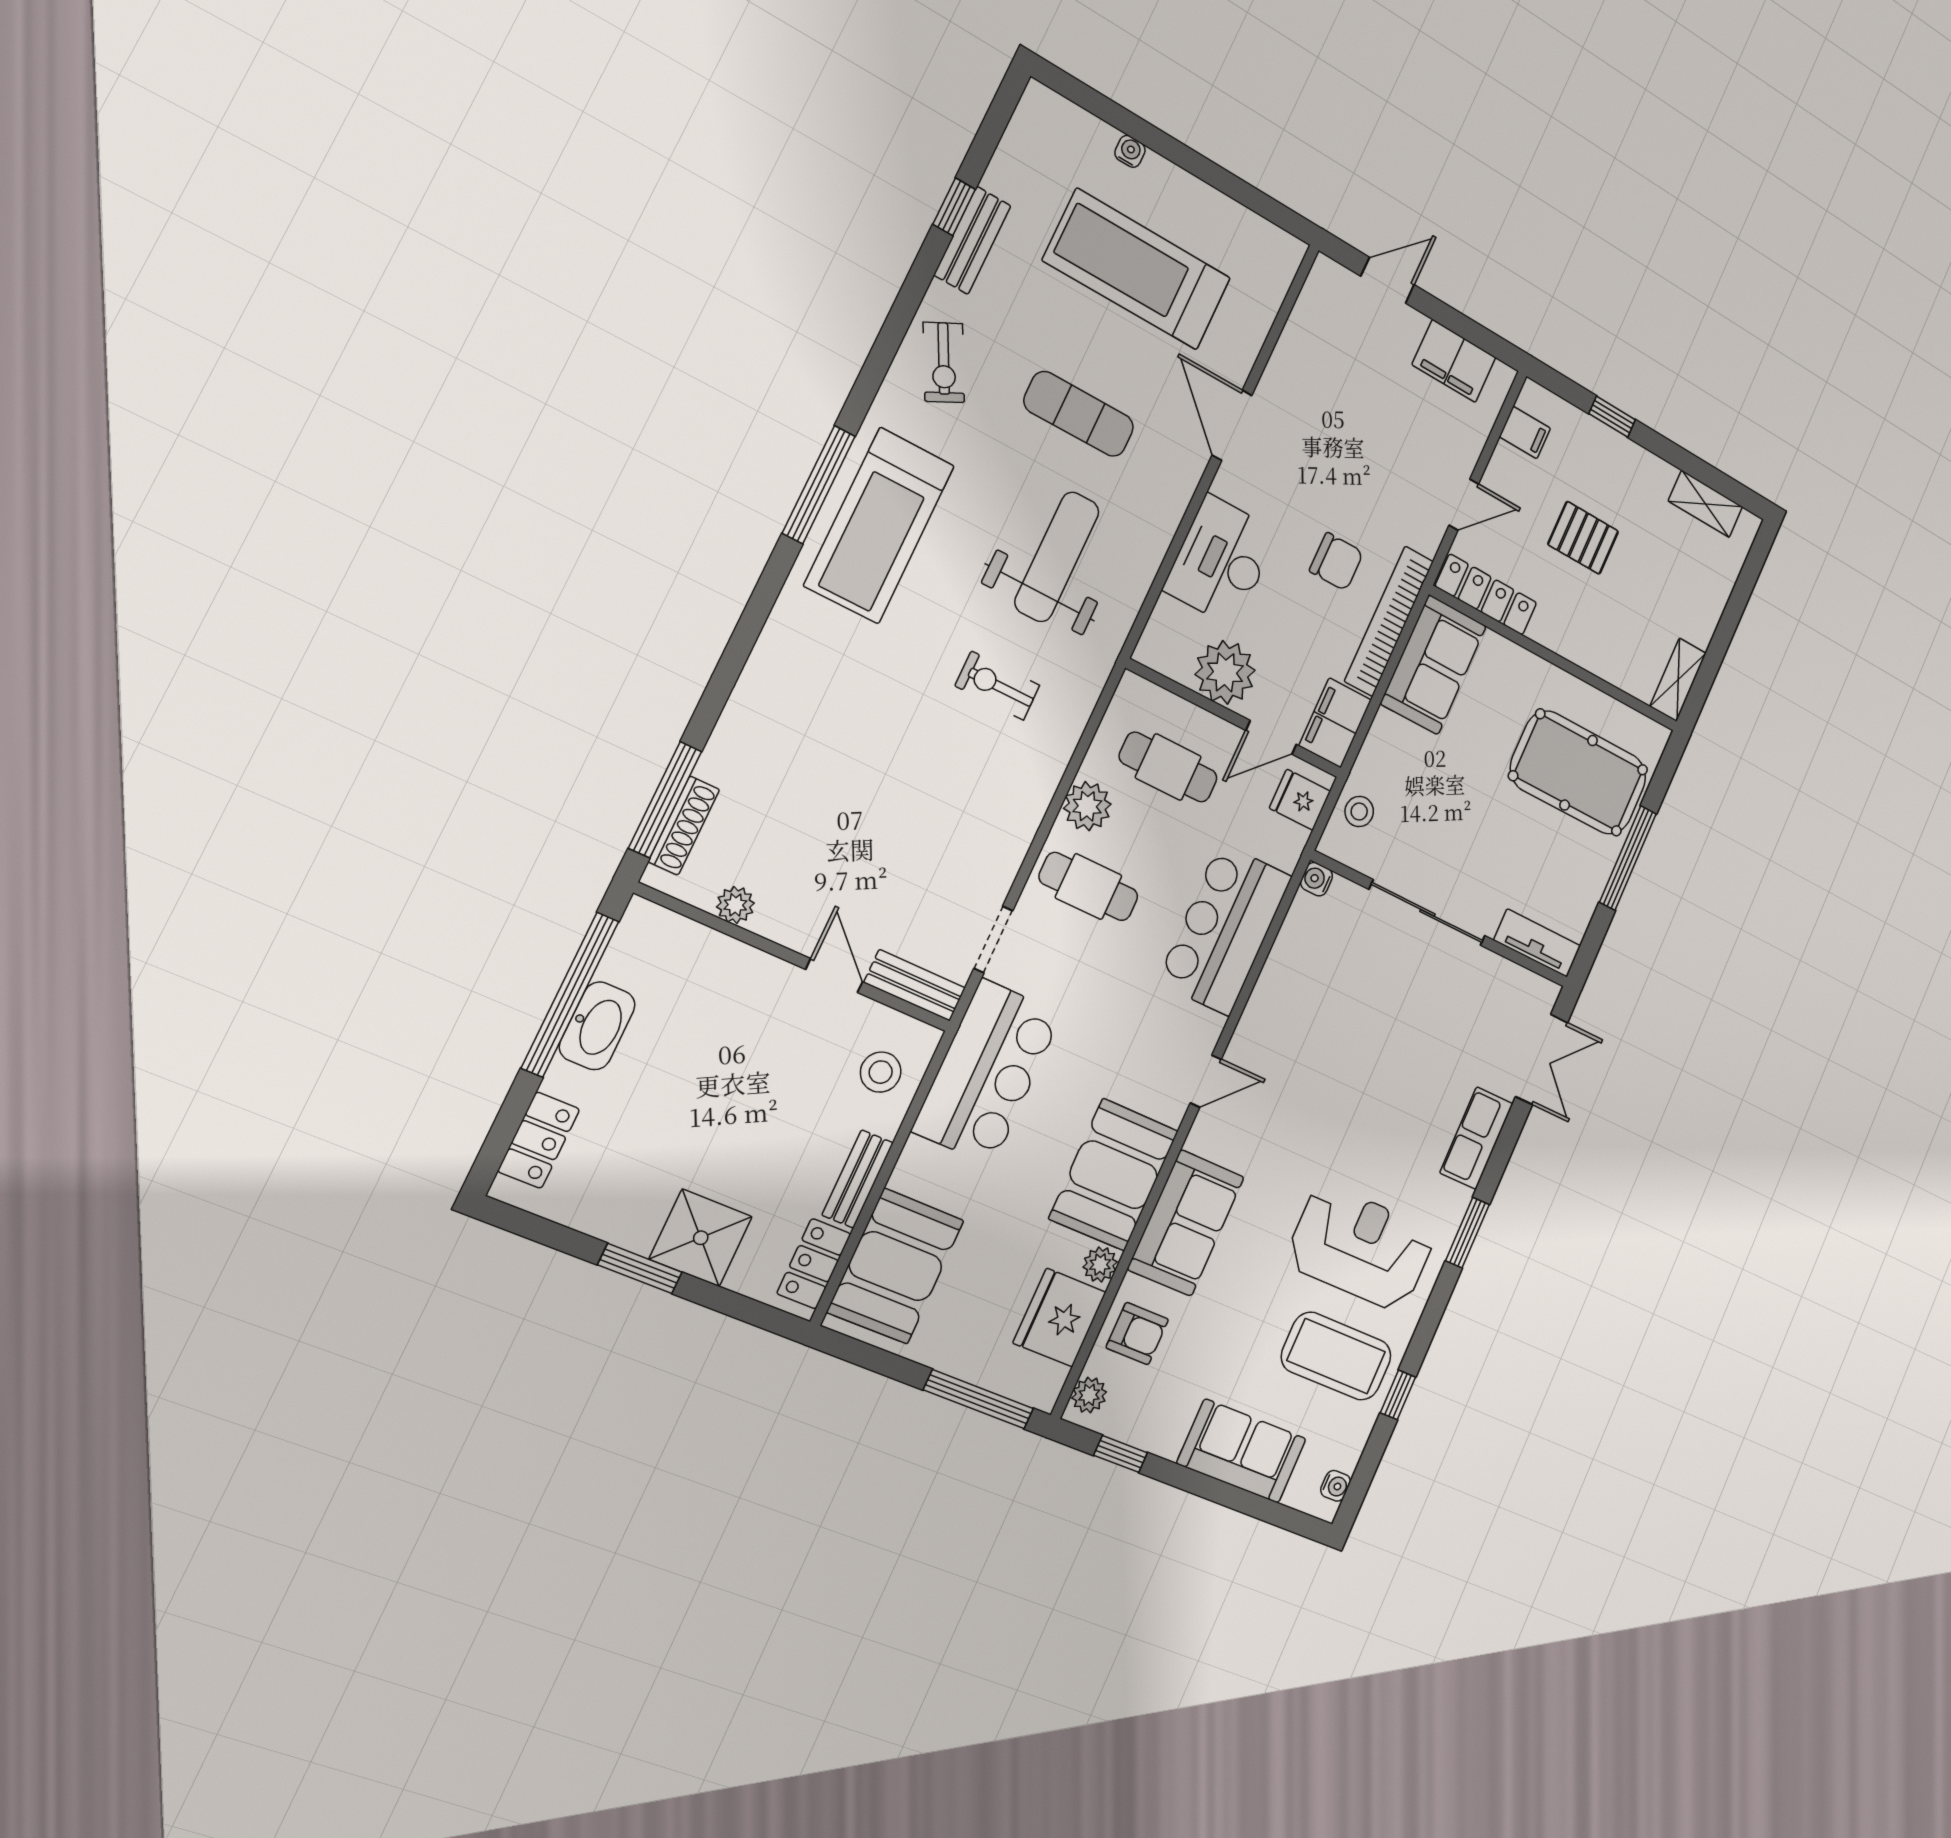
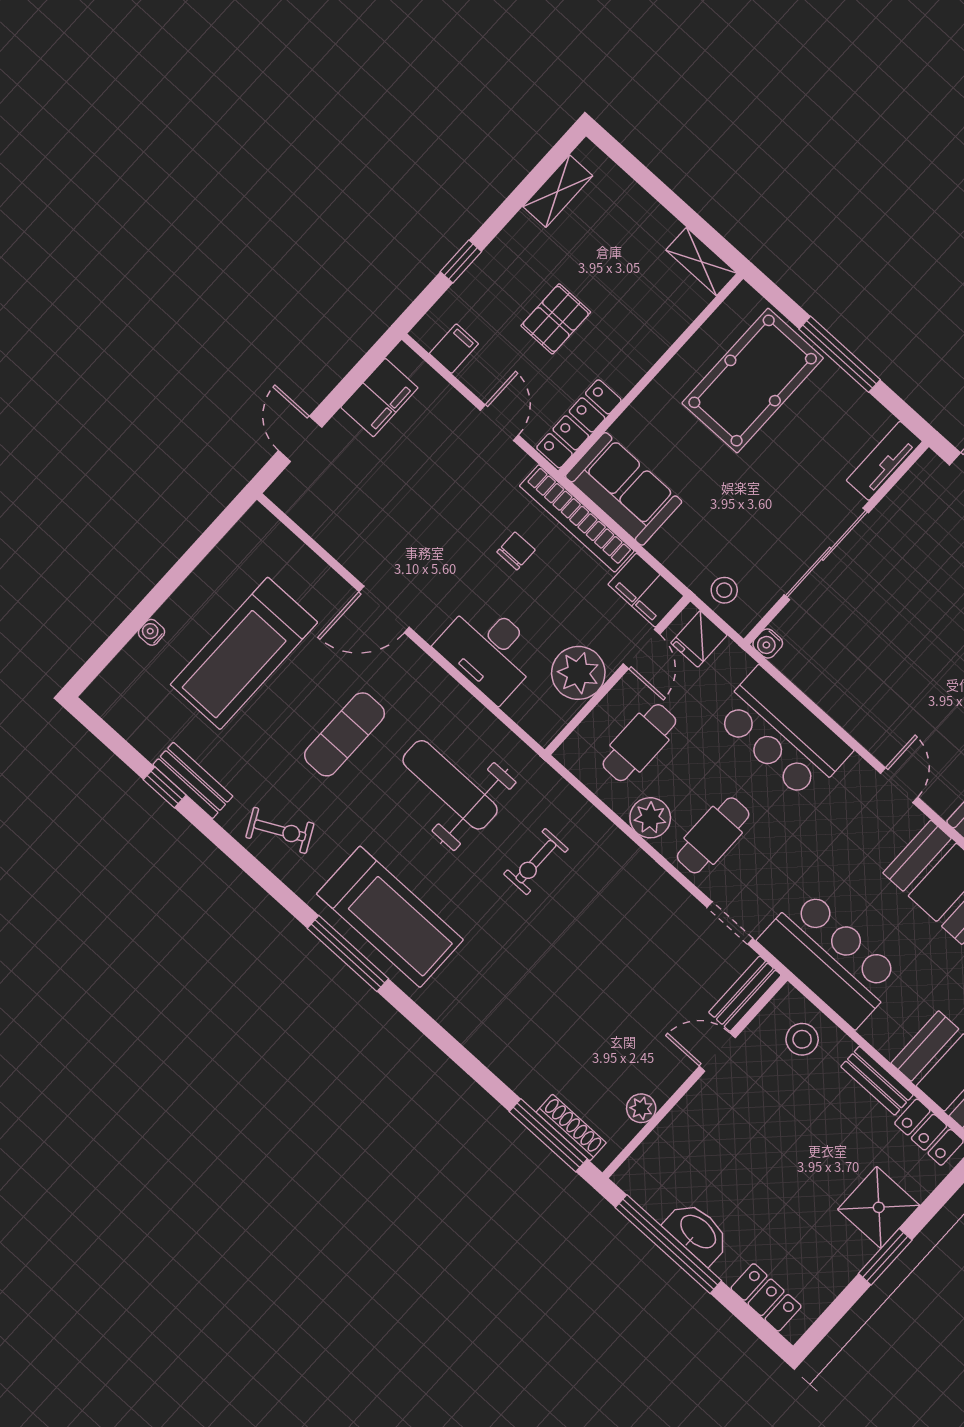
chair: (1336, 562) -> (516, 551), width x0.73, depth x0.73

